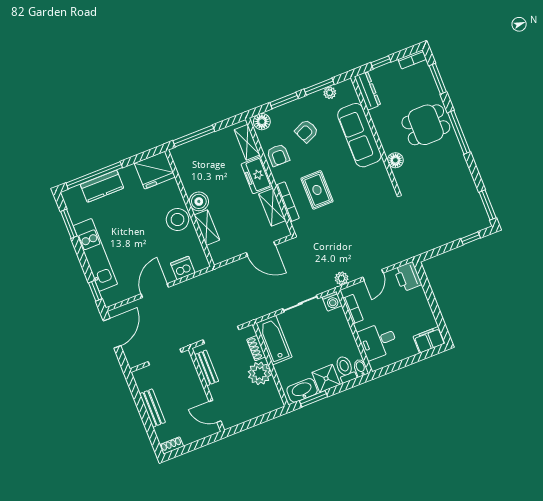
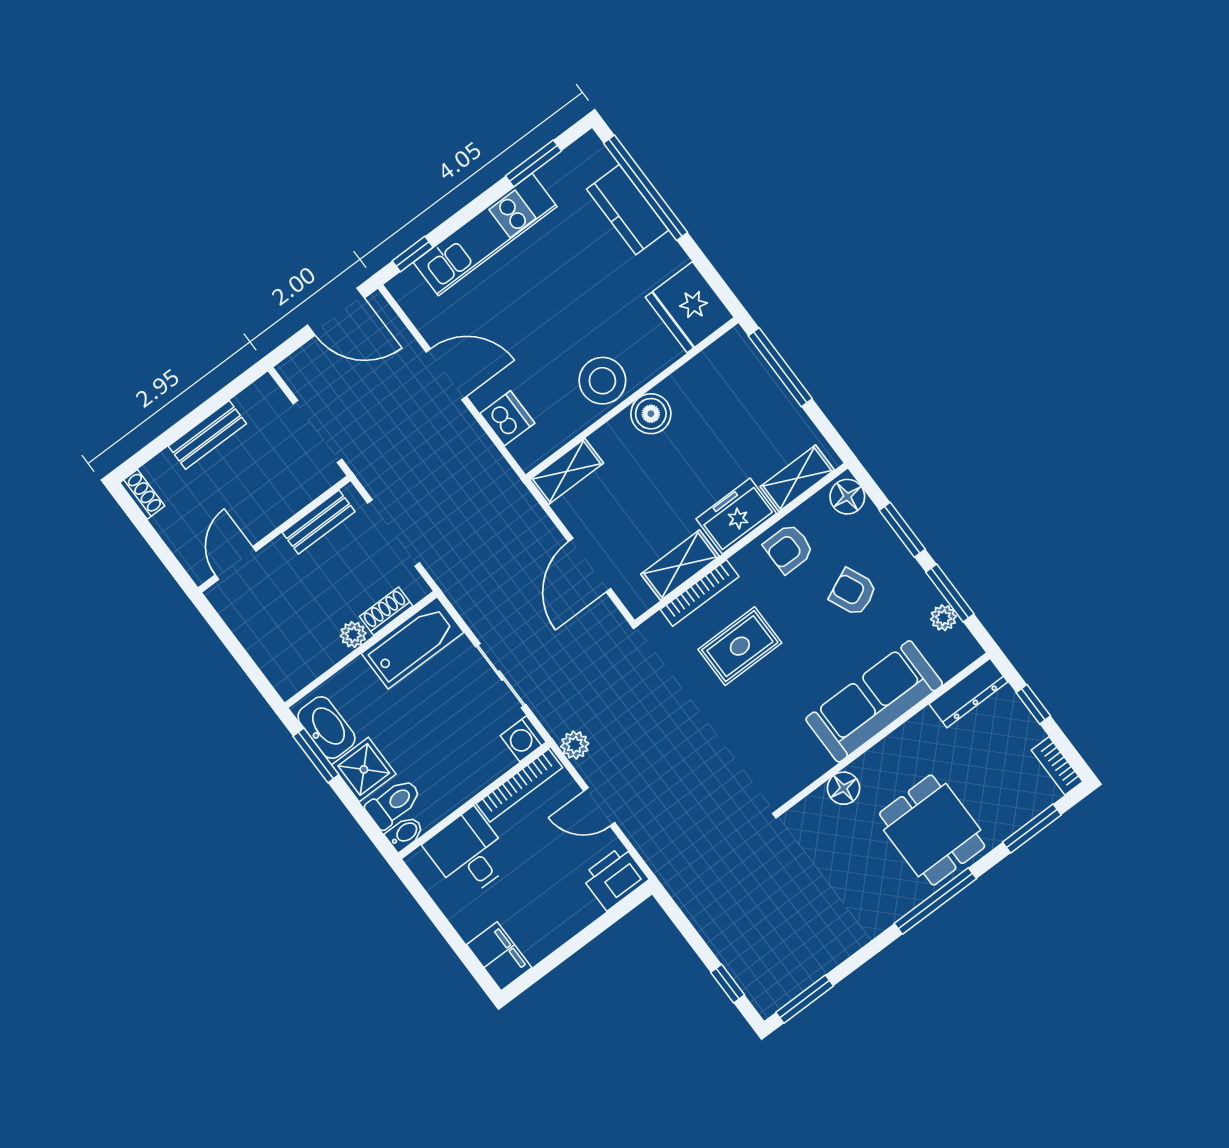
shelving: (207, 228) -> (567, 471), moved
bookcase: (353, 309) -> (519, 786), width x1.56
plant: (260, 373) -> (353, 635), width x0.53, depth x0.53

